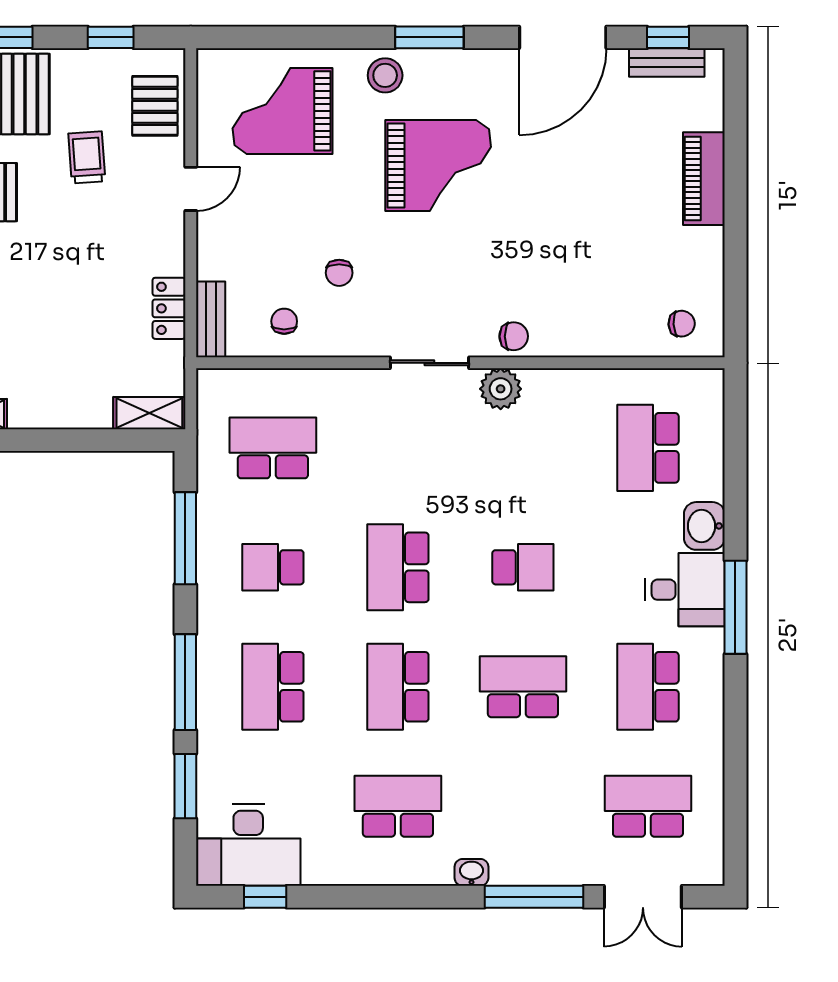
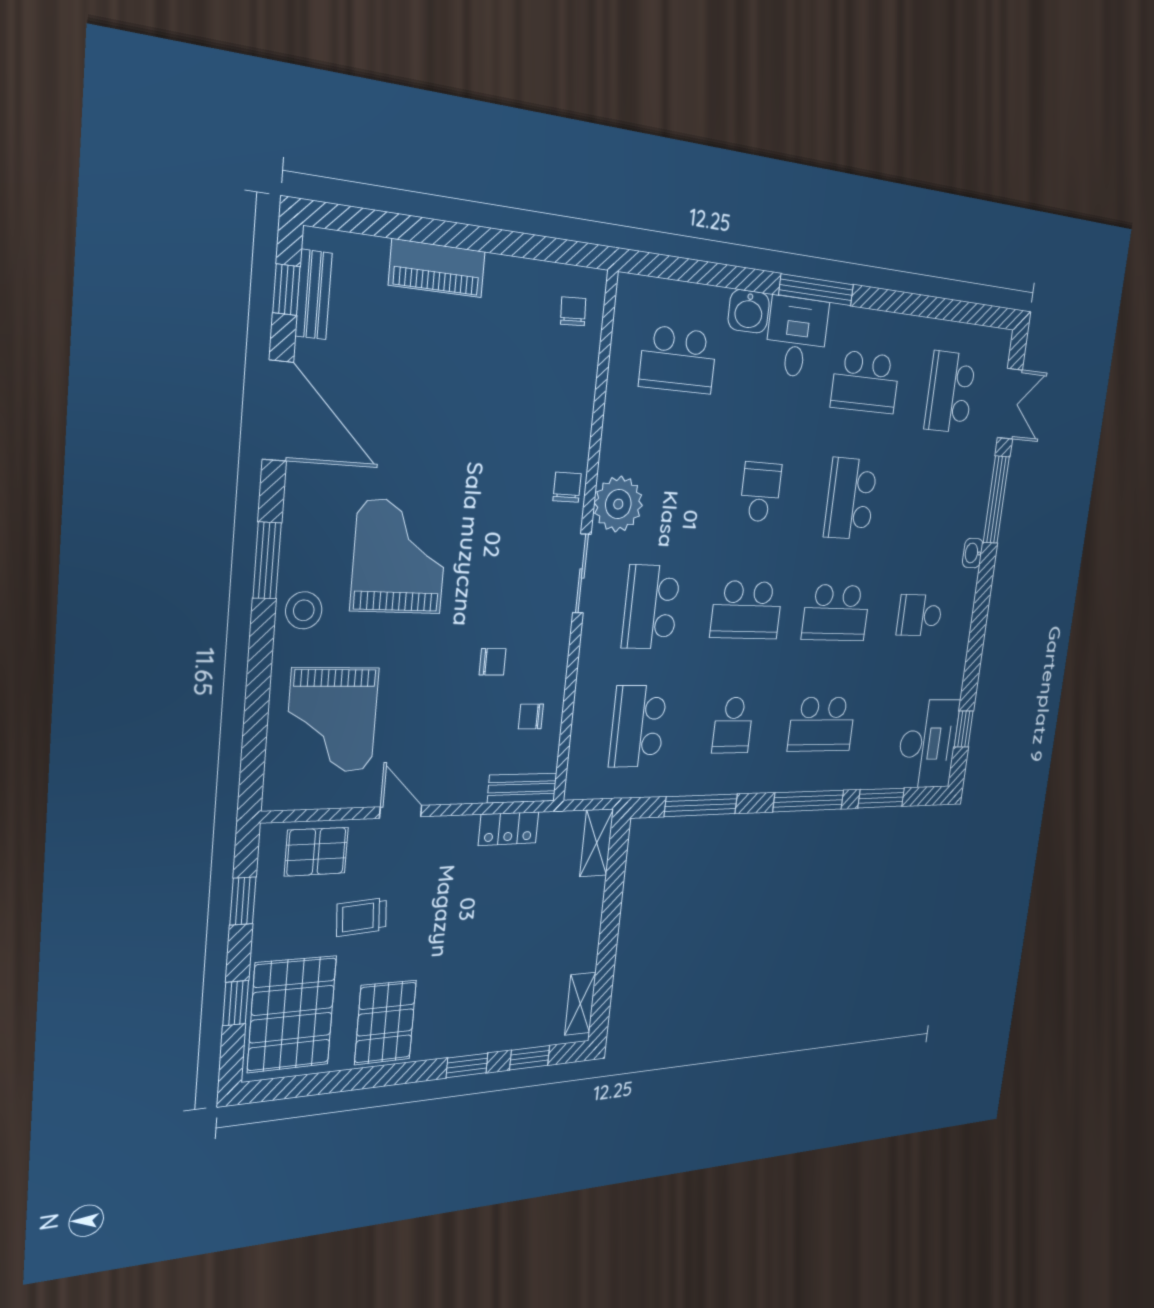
plant: (501, 389) -> (618, 504), width x1.36, depth x1.36
school desk: (398, 448) -> (651, 607), added
school desk: (398, 806) -> (920, 615), width x0.54

